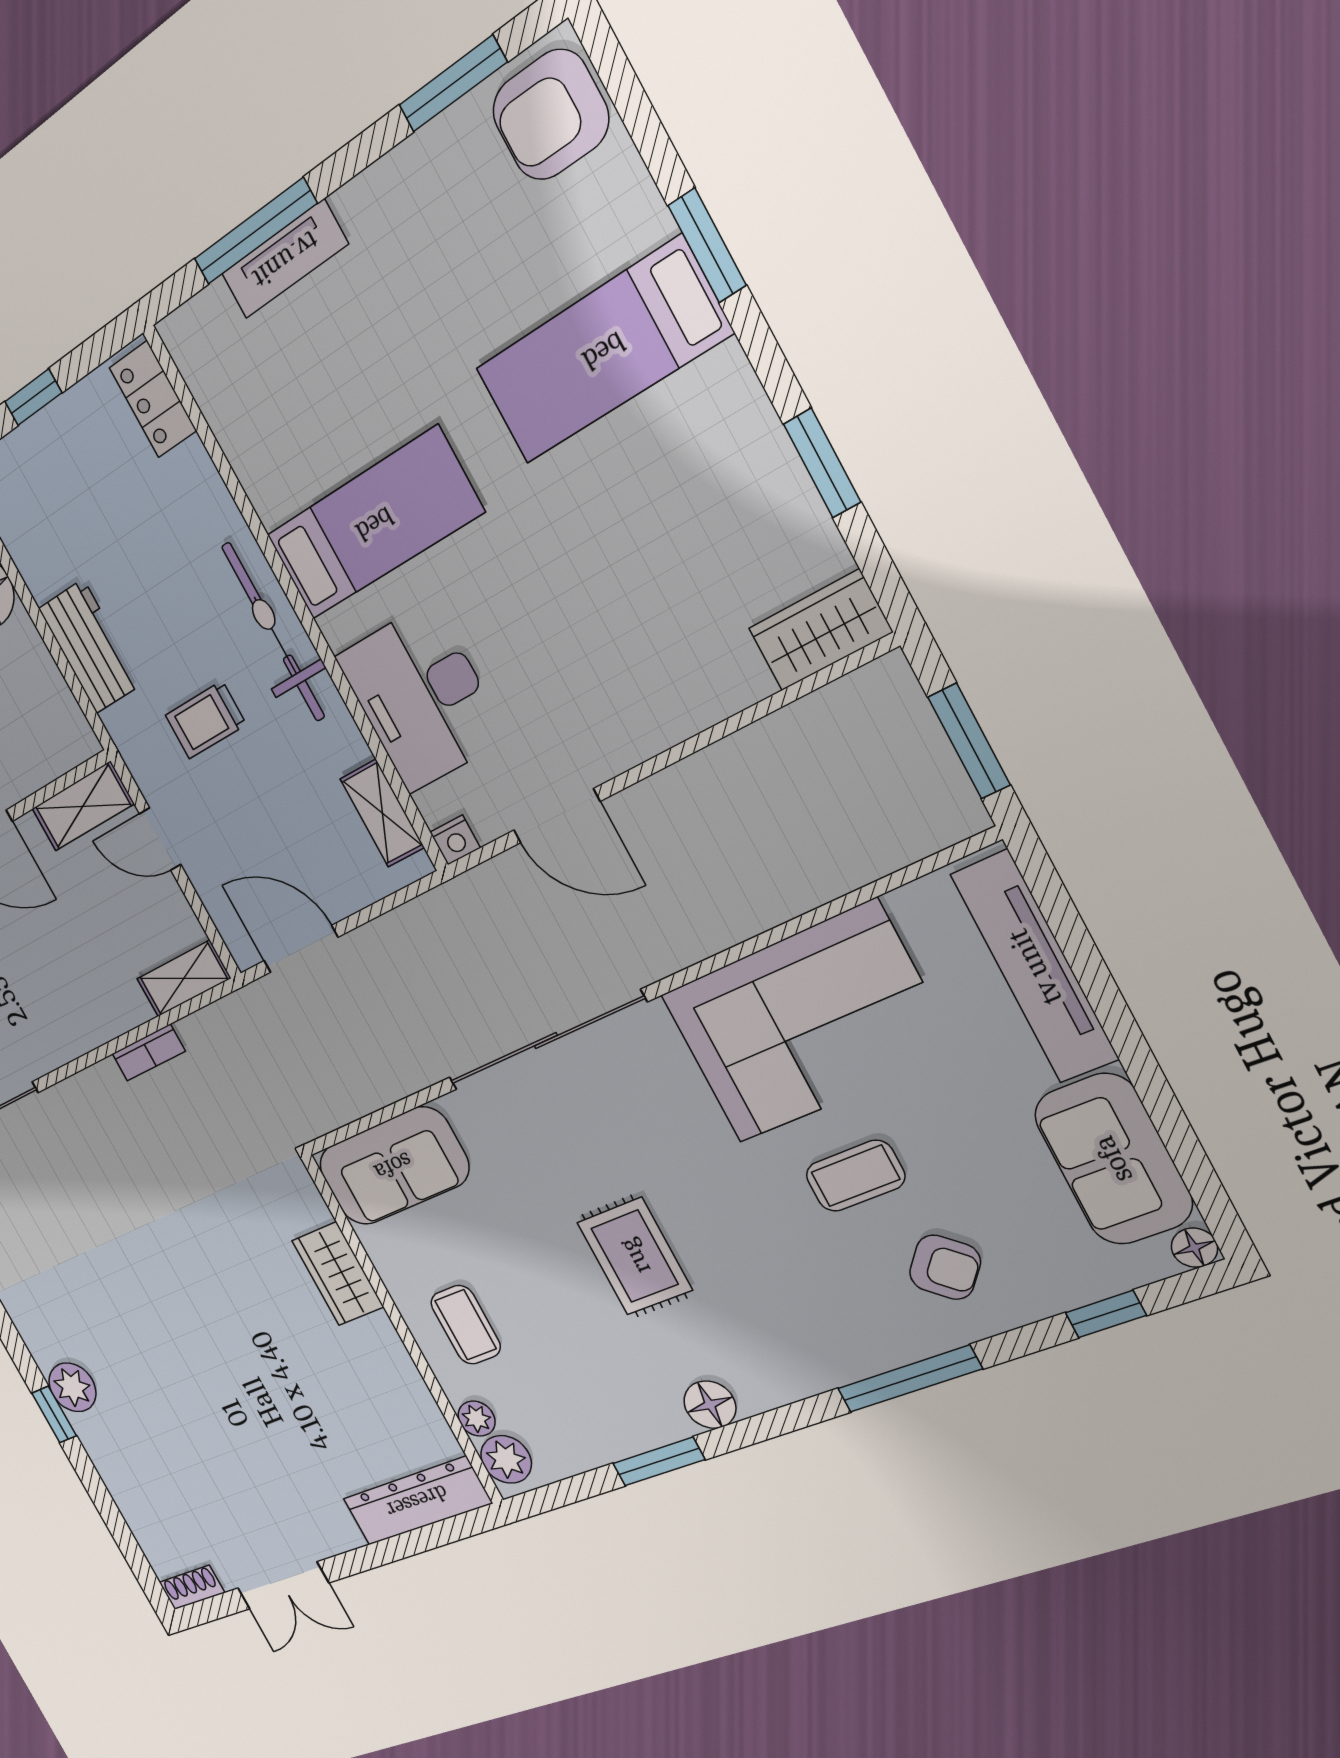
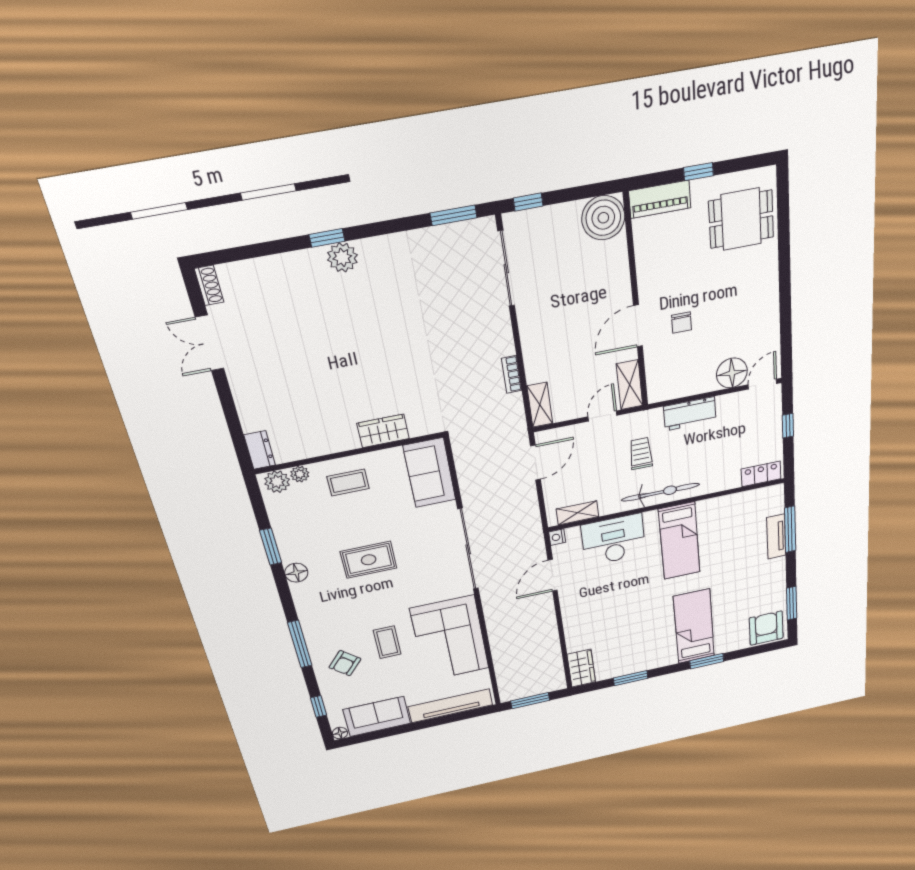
dresser: (417, 1501) -> (260, 450), width x0.51, depth x0.80

